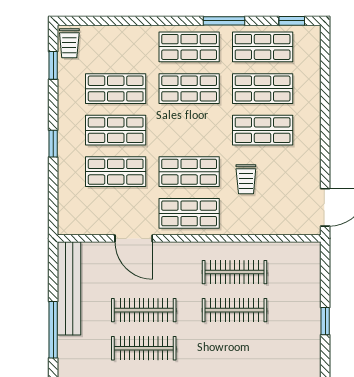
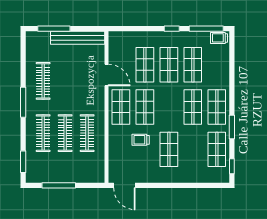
window: (53, 65) -> (206, 29), width x2.17
shop shelf: (263, 89) -> (193, 149), removed
window: (53, 144) -> (172, 29), moved
door: (134, 238) -> (106, 75), swing flipped
clothes rail: (144, 310) -> (43, 133), moved
window: (325, 321) -> (59, 185), width x2.17

